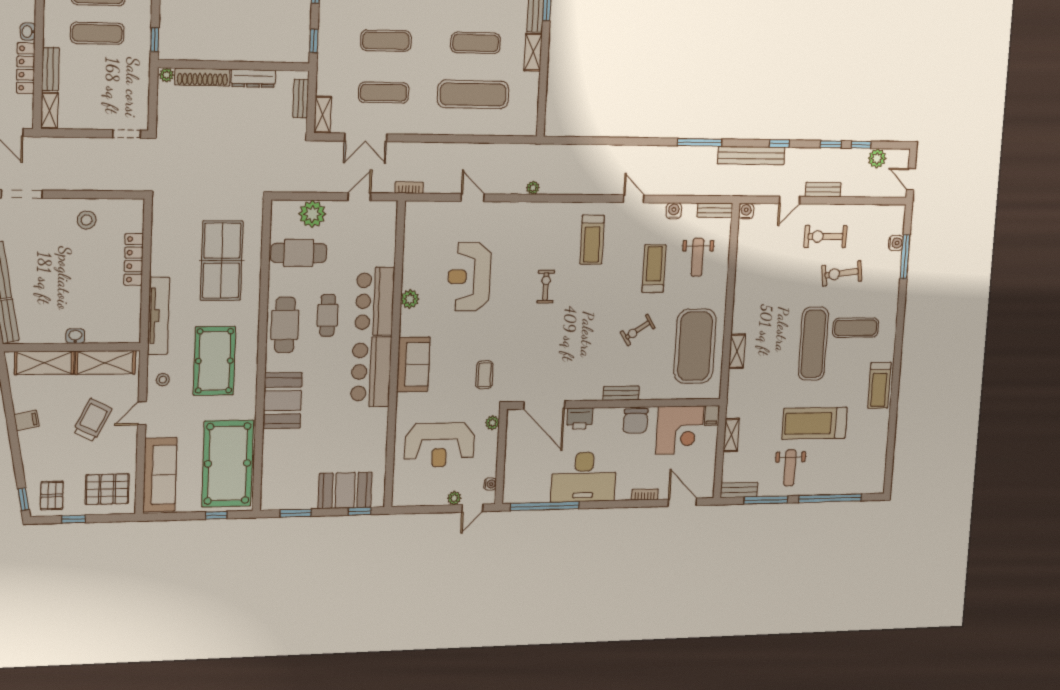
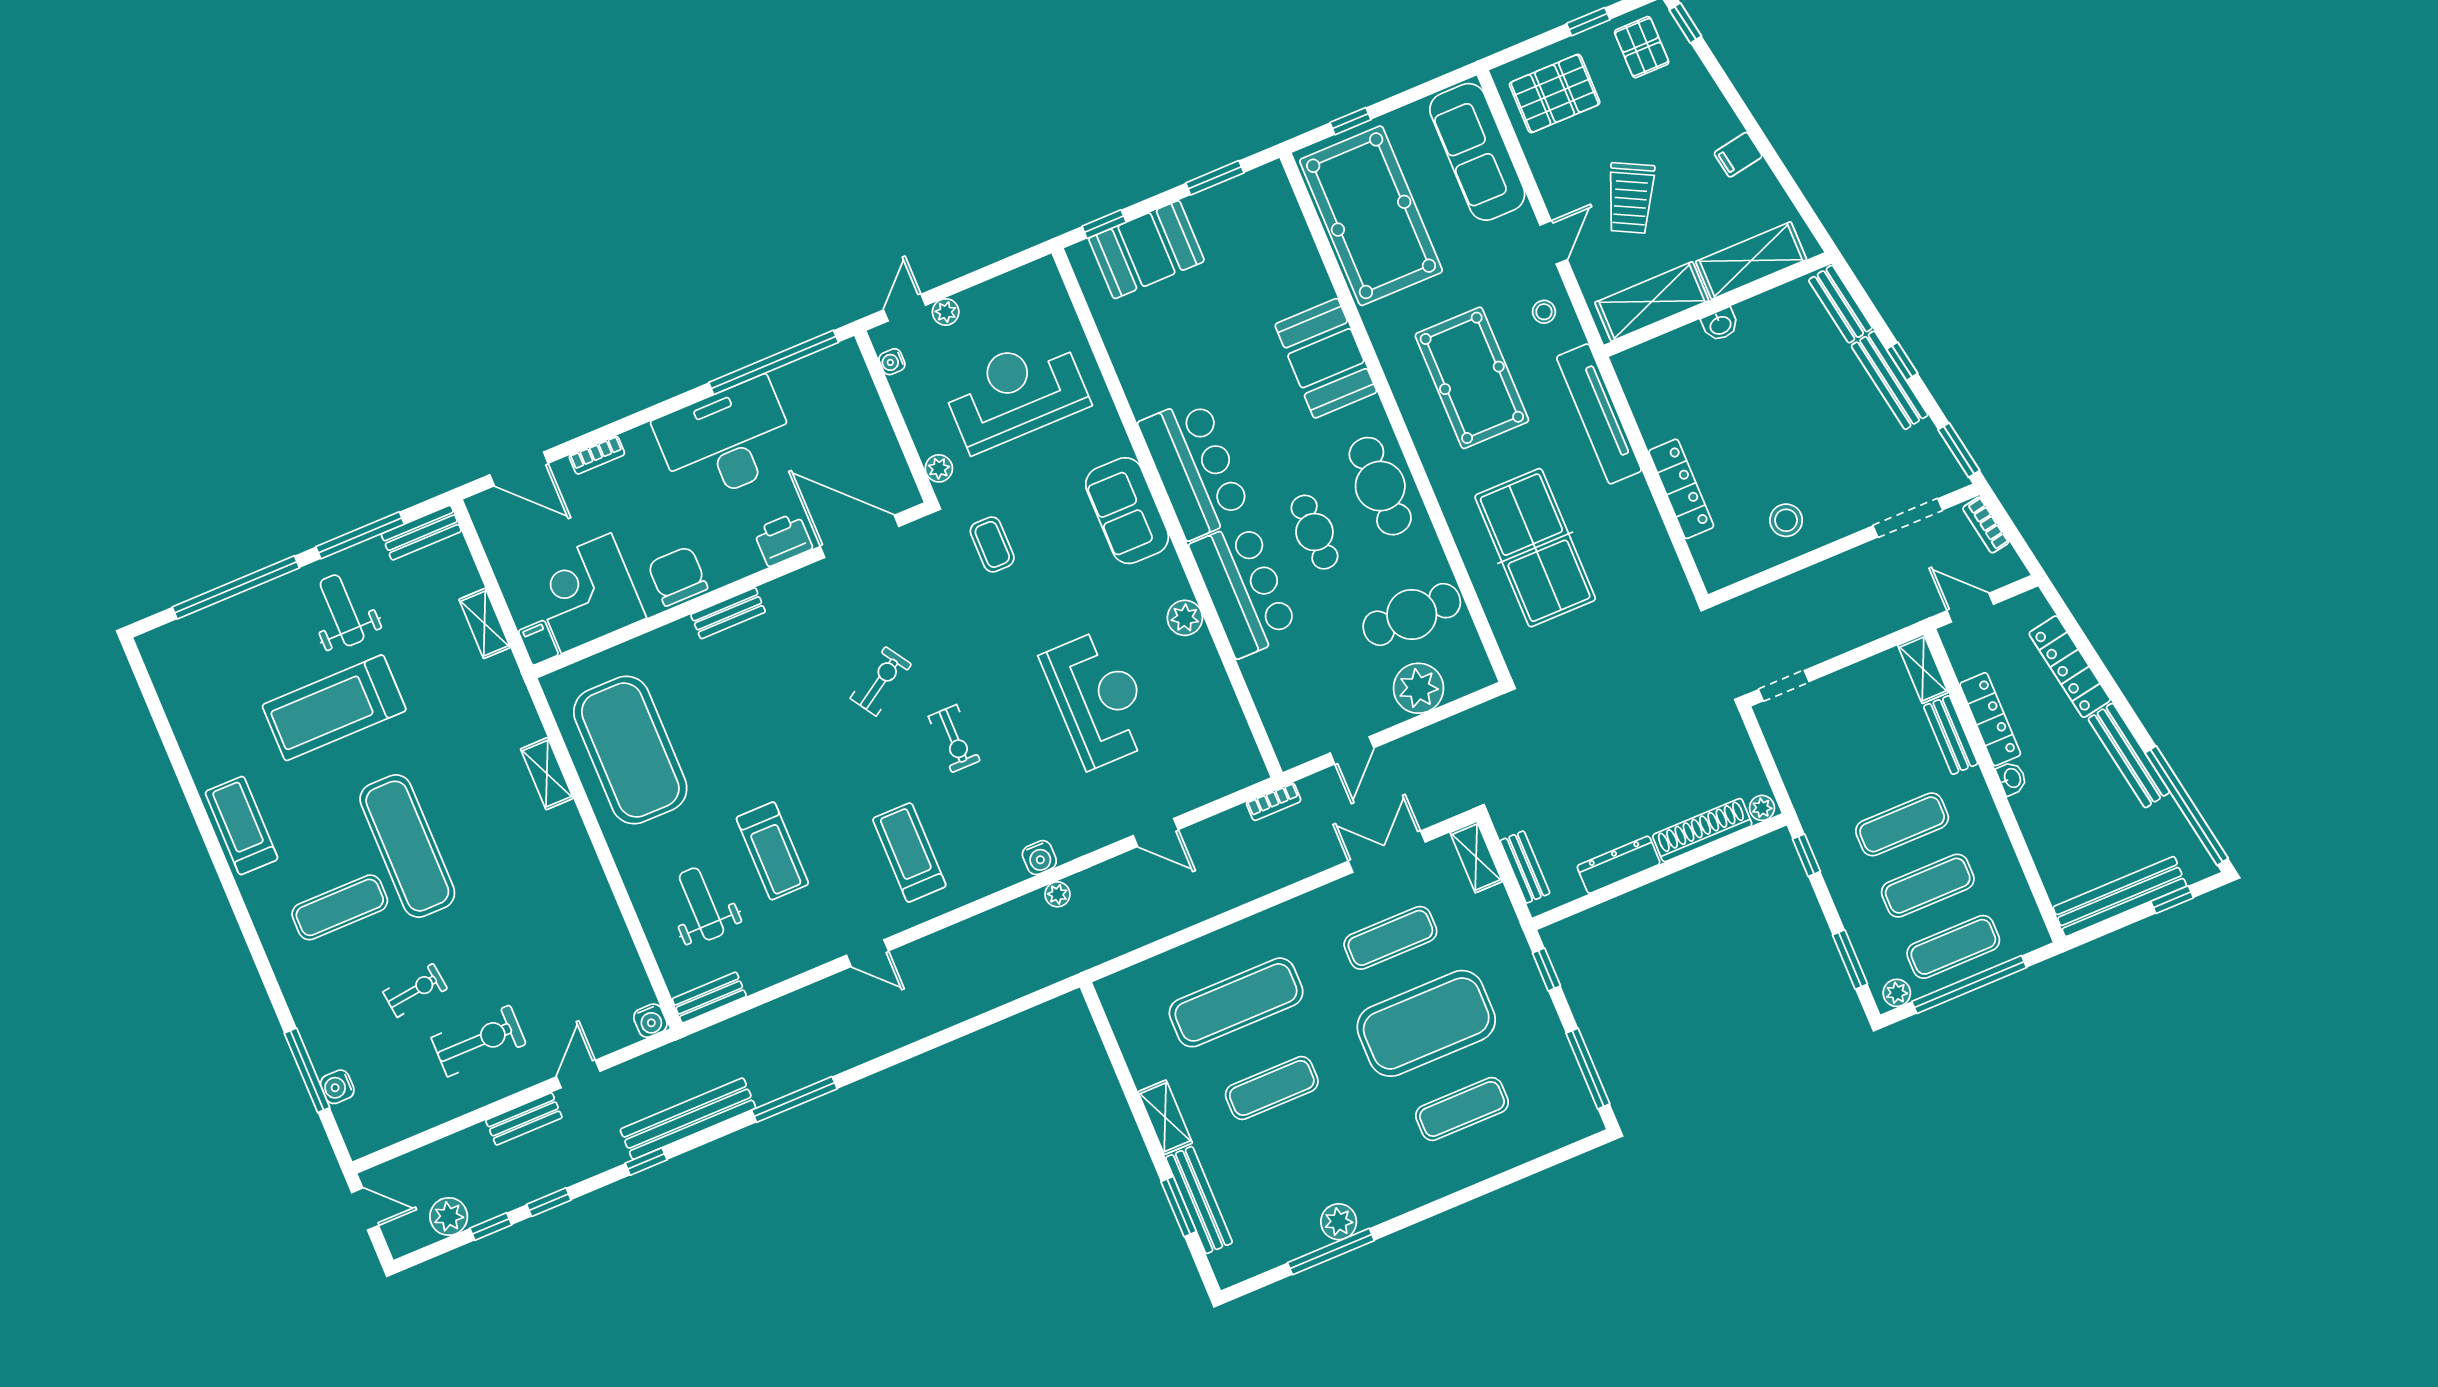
exercise mat: (386, 41) -> (1426, 1023), width x2.00, depth x1.45
water cooler: (674, 211) -> (1039, 858), moved
exercise bike: (842, 273) -> (415, 990), width x0.73, depth x0.72
exercise bike: (638, 330) -> (881, 681), moved
treadmill: (815, 423) -> (334, 708), turned 180

